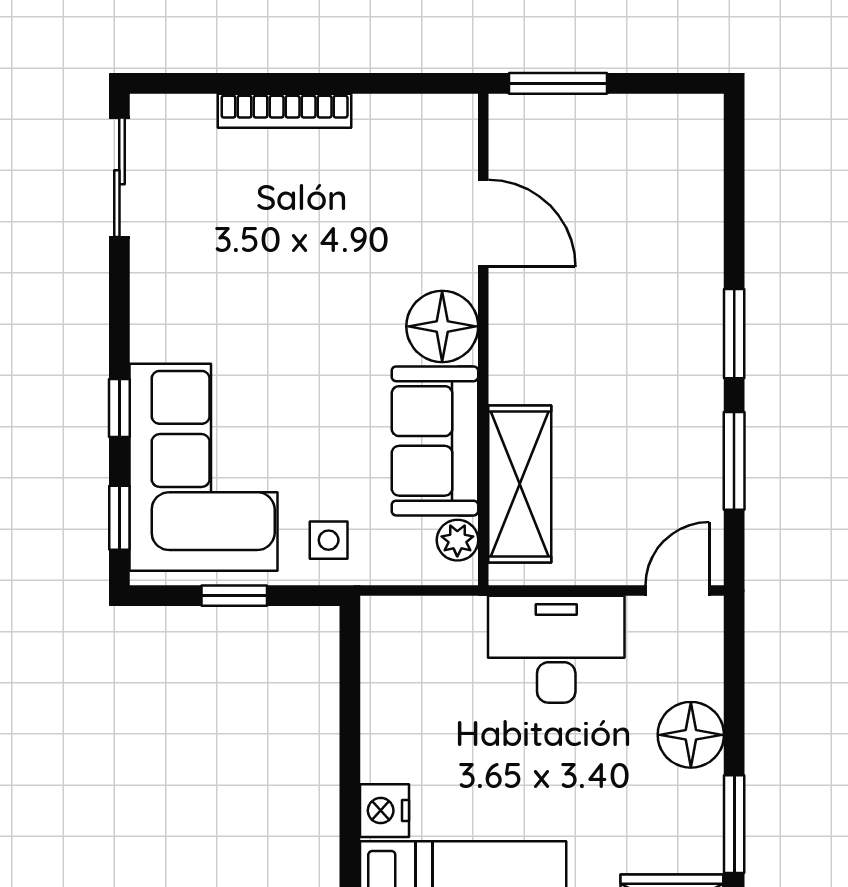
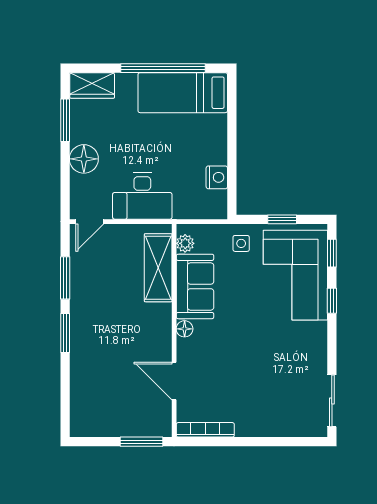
bookcase: (285, 111) -> (205, 430), moved
floor lamp: (442, 326) -> (185, 329), width x0.53, depth x0.53
nightstand: (385, 811) -> (217, 177), moved

